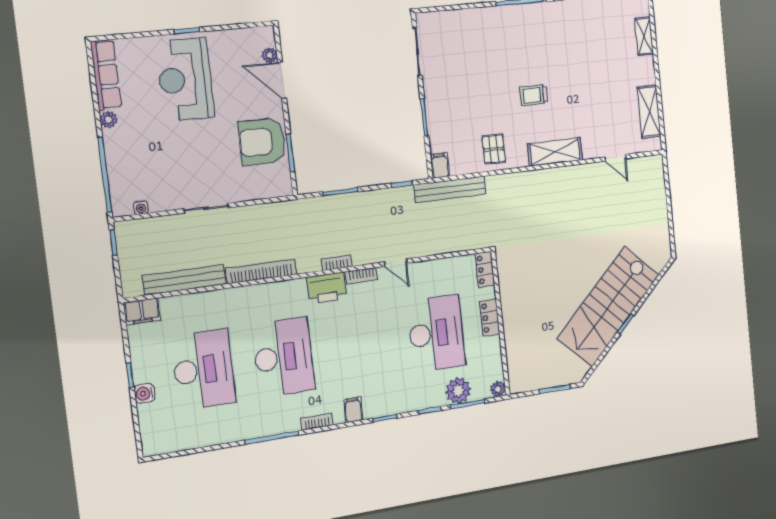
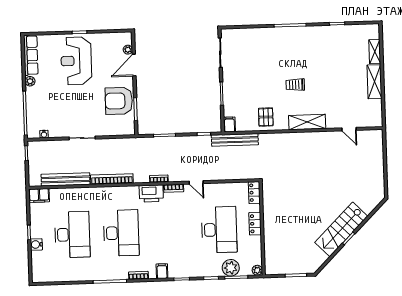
door: (282, 80) -> (134, 65), hinge flipped
shelving: (649, 112) -> (374, 82), moved
stairs: (608, 306) -> (341, 229), width x0.73, depth x0.66

